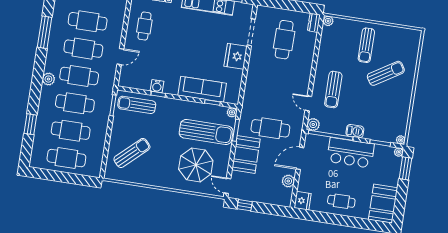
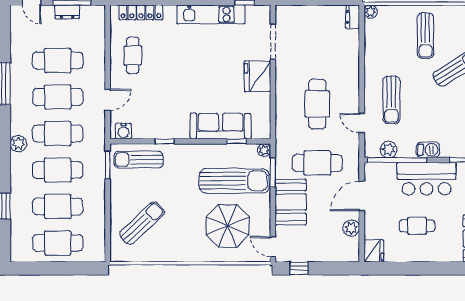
cafe table: (284, 40) -> (317, 104), moved
water cooler: (157, 86) -> (124, 131), moved
plant: (313, 124) -> (389, 149), moved
cafe table: (341, 201) -> (417, 226), moved

